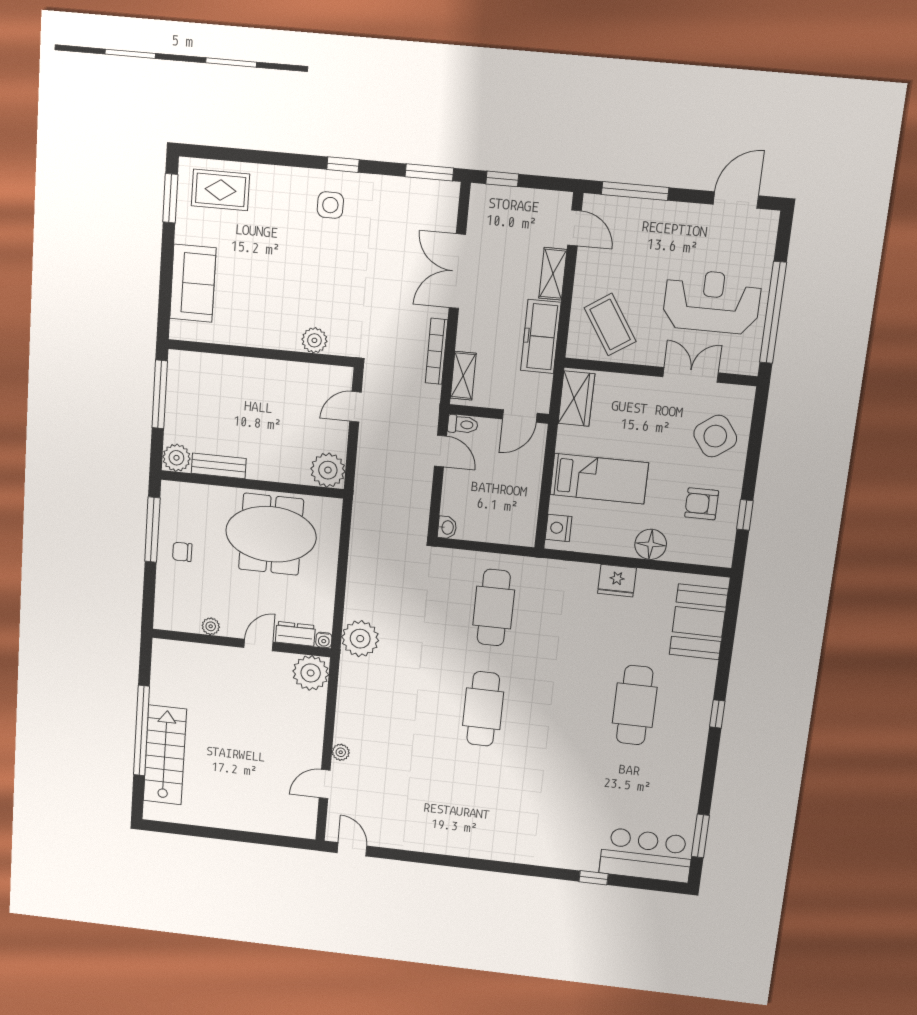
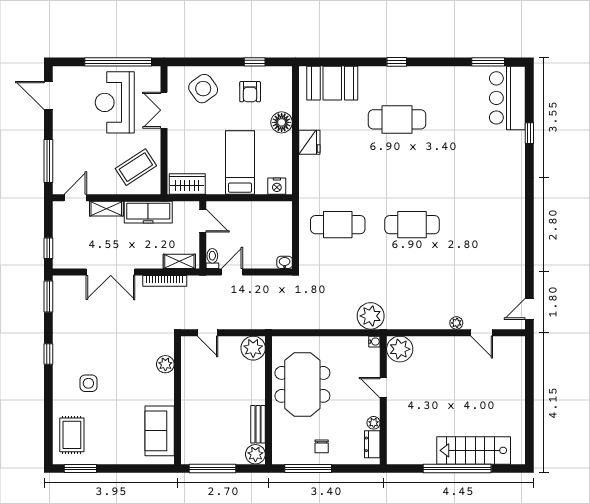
side table: (330, 205) -> (88, 383), moved
sofa: (193, 283) -> (160, 431), moved, turned -90
dresser: (295, 634) -> (372, 444), moved

